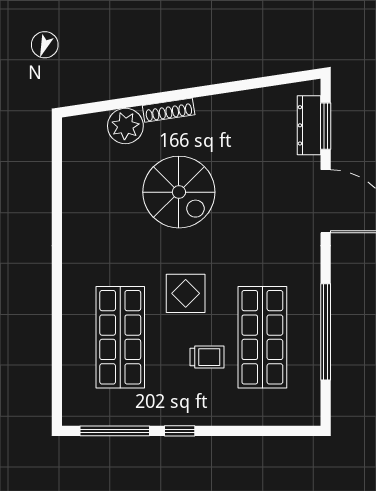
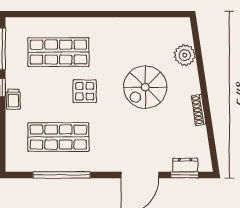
shoe rack: (169, 110) -> (199, 110), moved
dresser: (309, 125) -> (185, 165), width x0.70
trolley: (207, 357) -> (13, 99), moved

